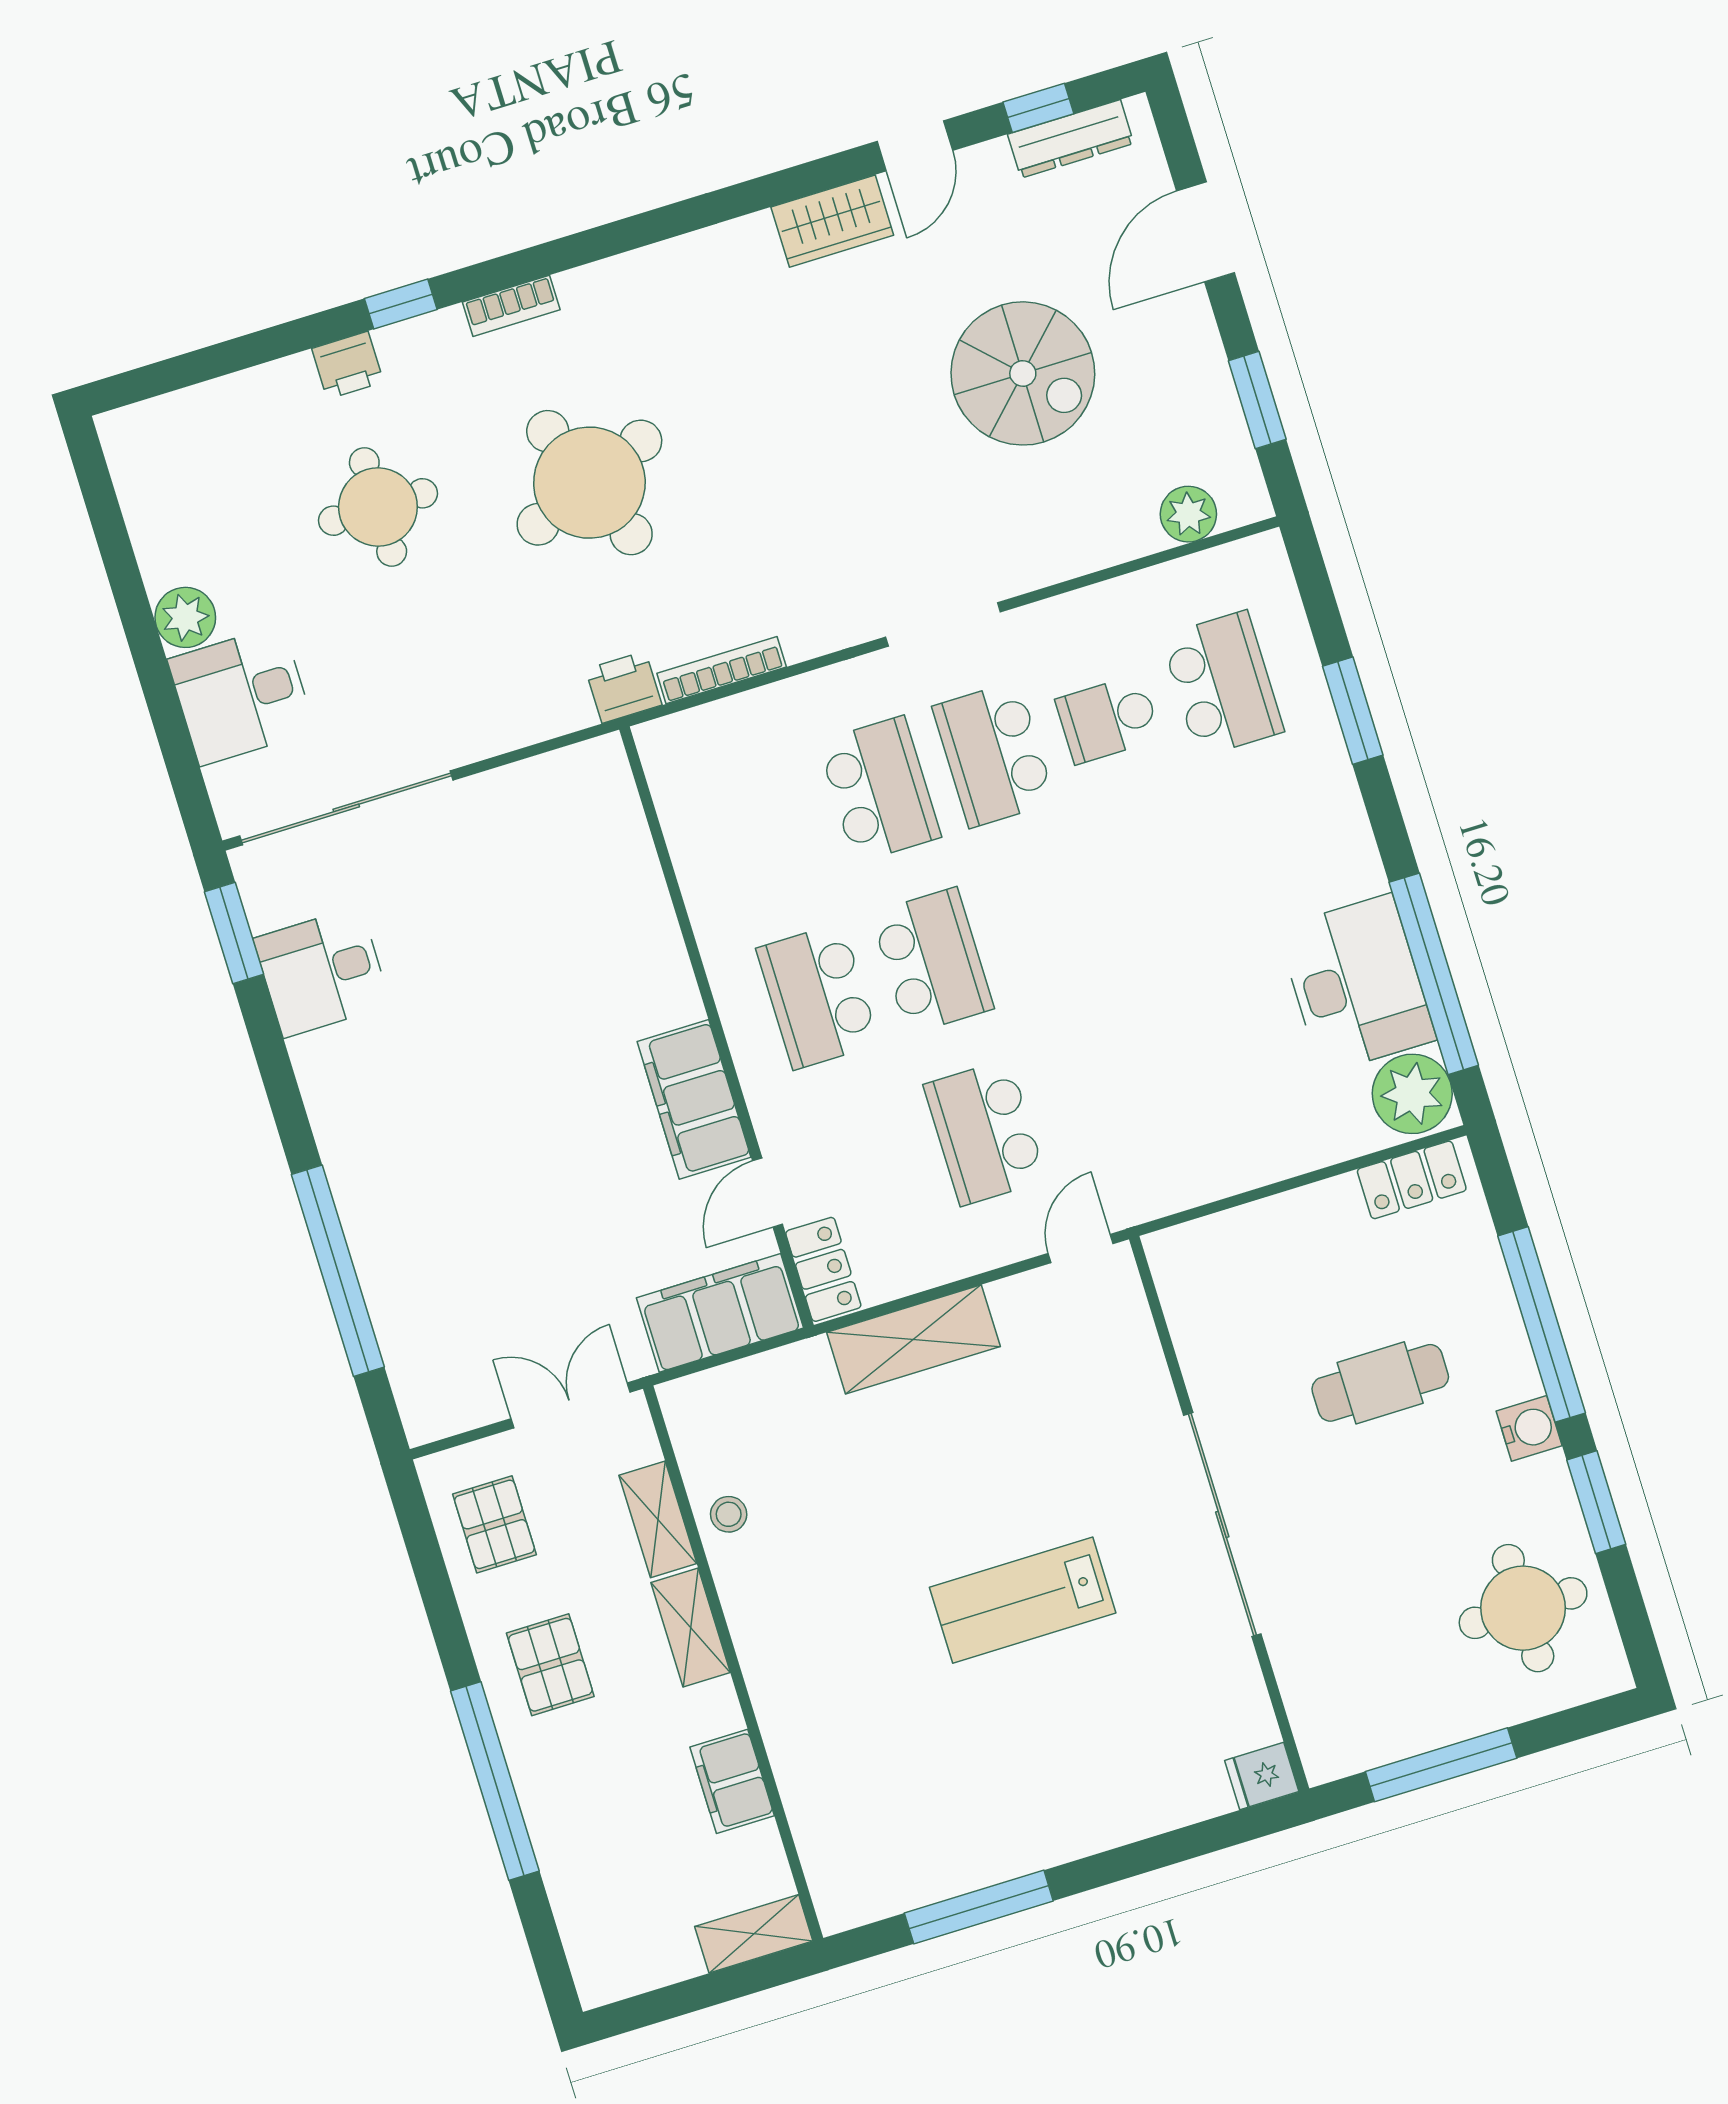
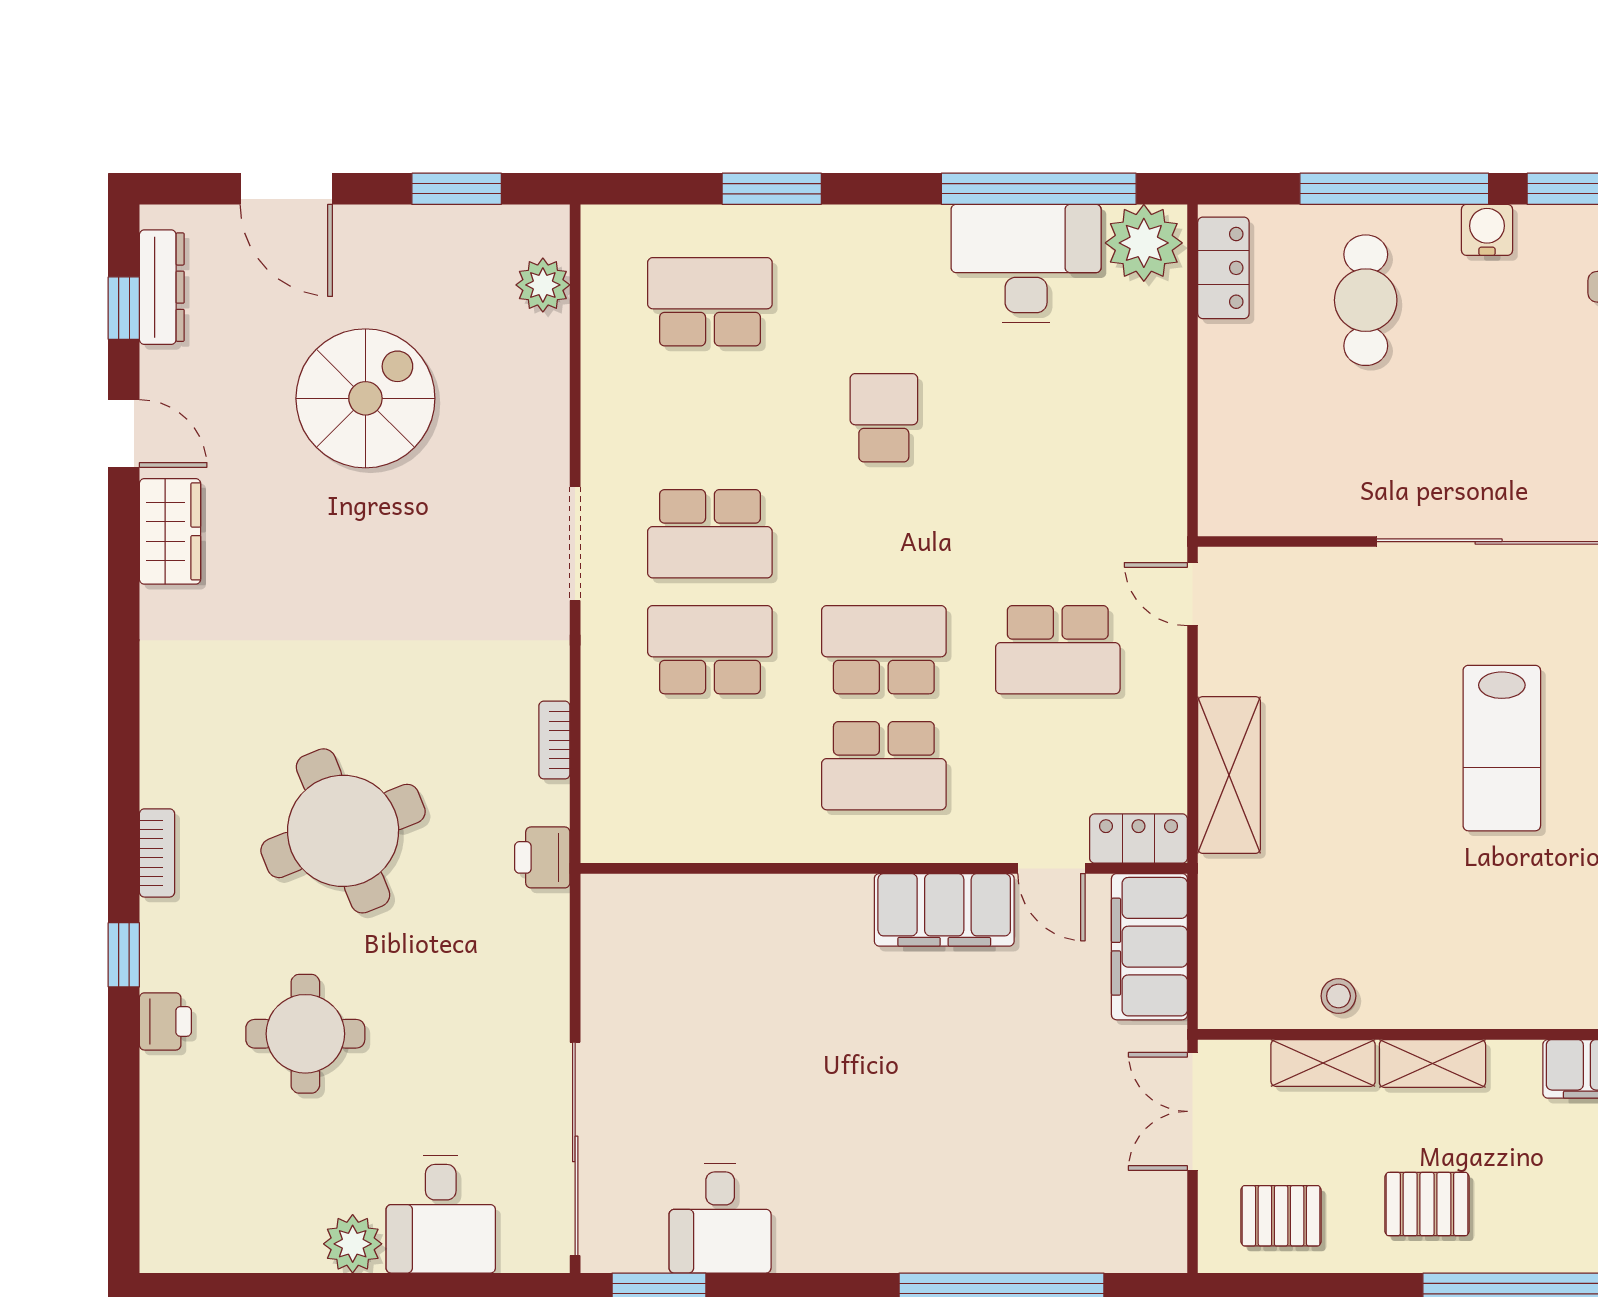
bookcase: (722, 670) -> (554, 740), width x0.64
school desk: (1108, 719) -> (884, 418), moved, turned 180
cafe table: (1380, 1383) -> (1366, 300), moved

